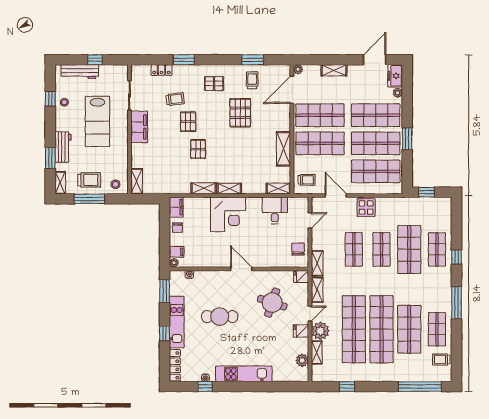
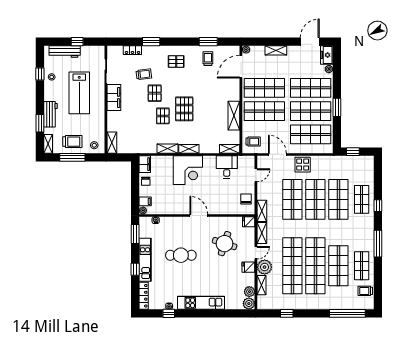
pallet: (240, 113) -> (184, 109), moved
shop shelf: (354, 249) -> (292, 199), width x1.43, depth x1.36
shop shelf: (382, 249) -> (315, 199), width x1.43, depth x1.36
plant: (301, 375) -> (249, 304), added

